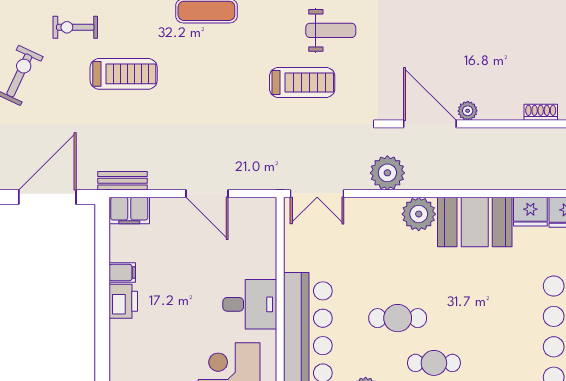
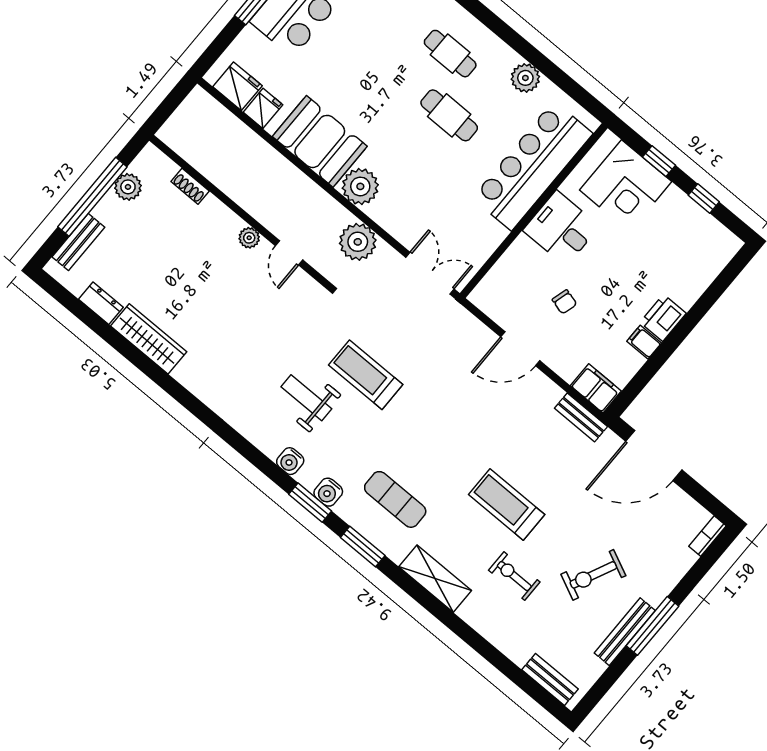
exercise bike: (75, 27) -> (514, 576), turned 180
door: (430, 124) -> (289, 253), width x0.53
door: (207, 194) -> (520, 349), swing flipped
fridge: (530, 212) -> (263, 108), width x0.72
chair: (203, 254) -> (565, 302), added

